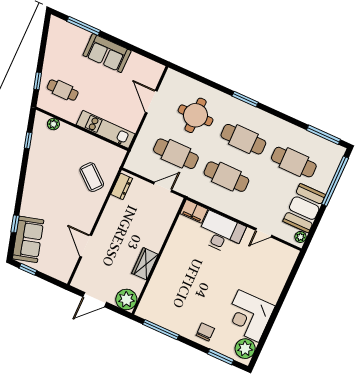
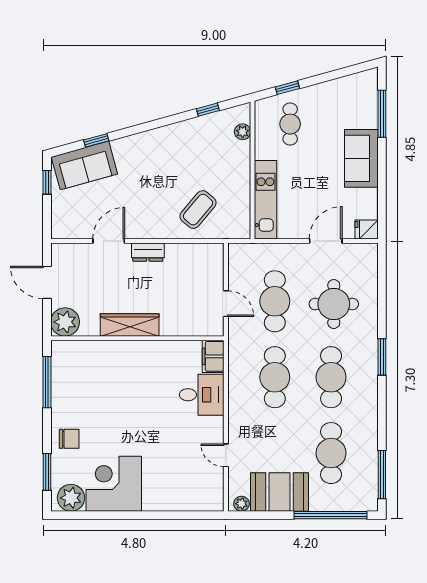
fridge: (156, 71) -> (367, 229), added
dresser: (122, 186) -> (148, 252), moved
desk: (221, 233) -> (202, 395), width x0.73
wardrobe: (145, 264) -> (130, 325), width x1.50

